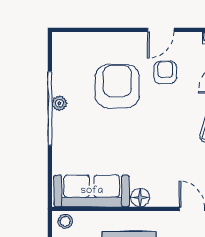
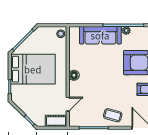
sofa: (92, 191) -> (100, 35), moved, turned 90

